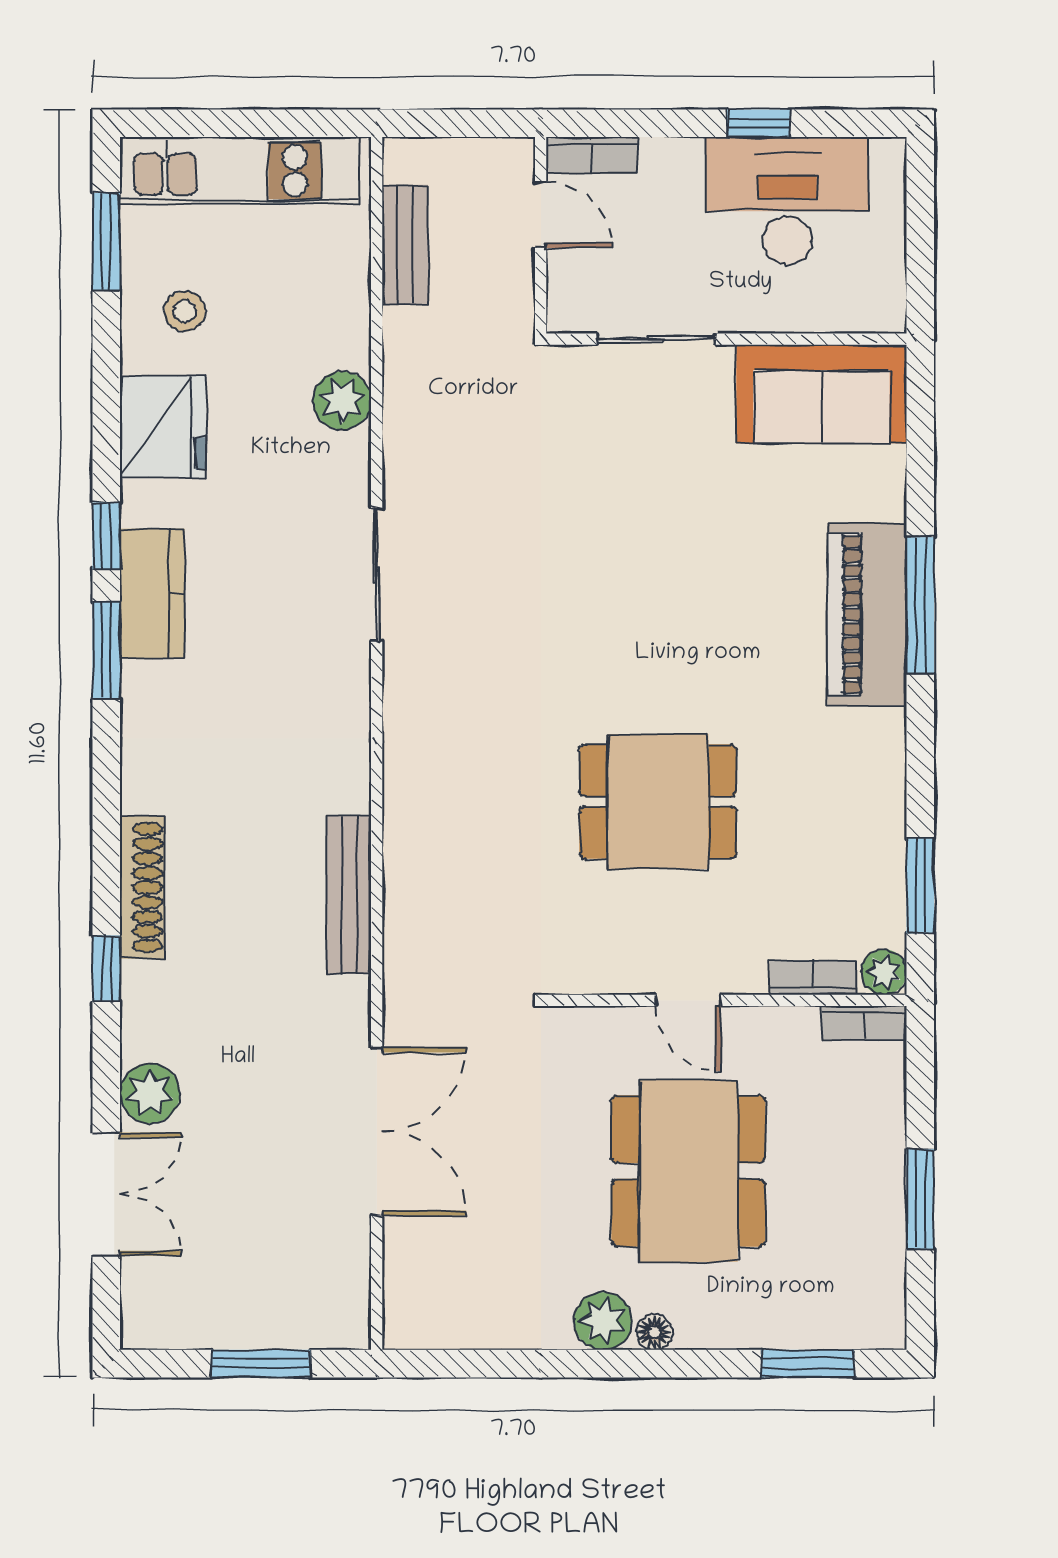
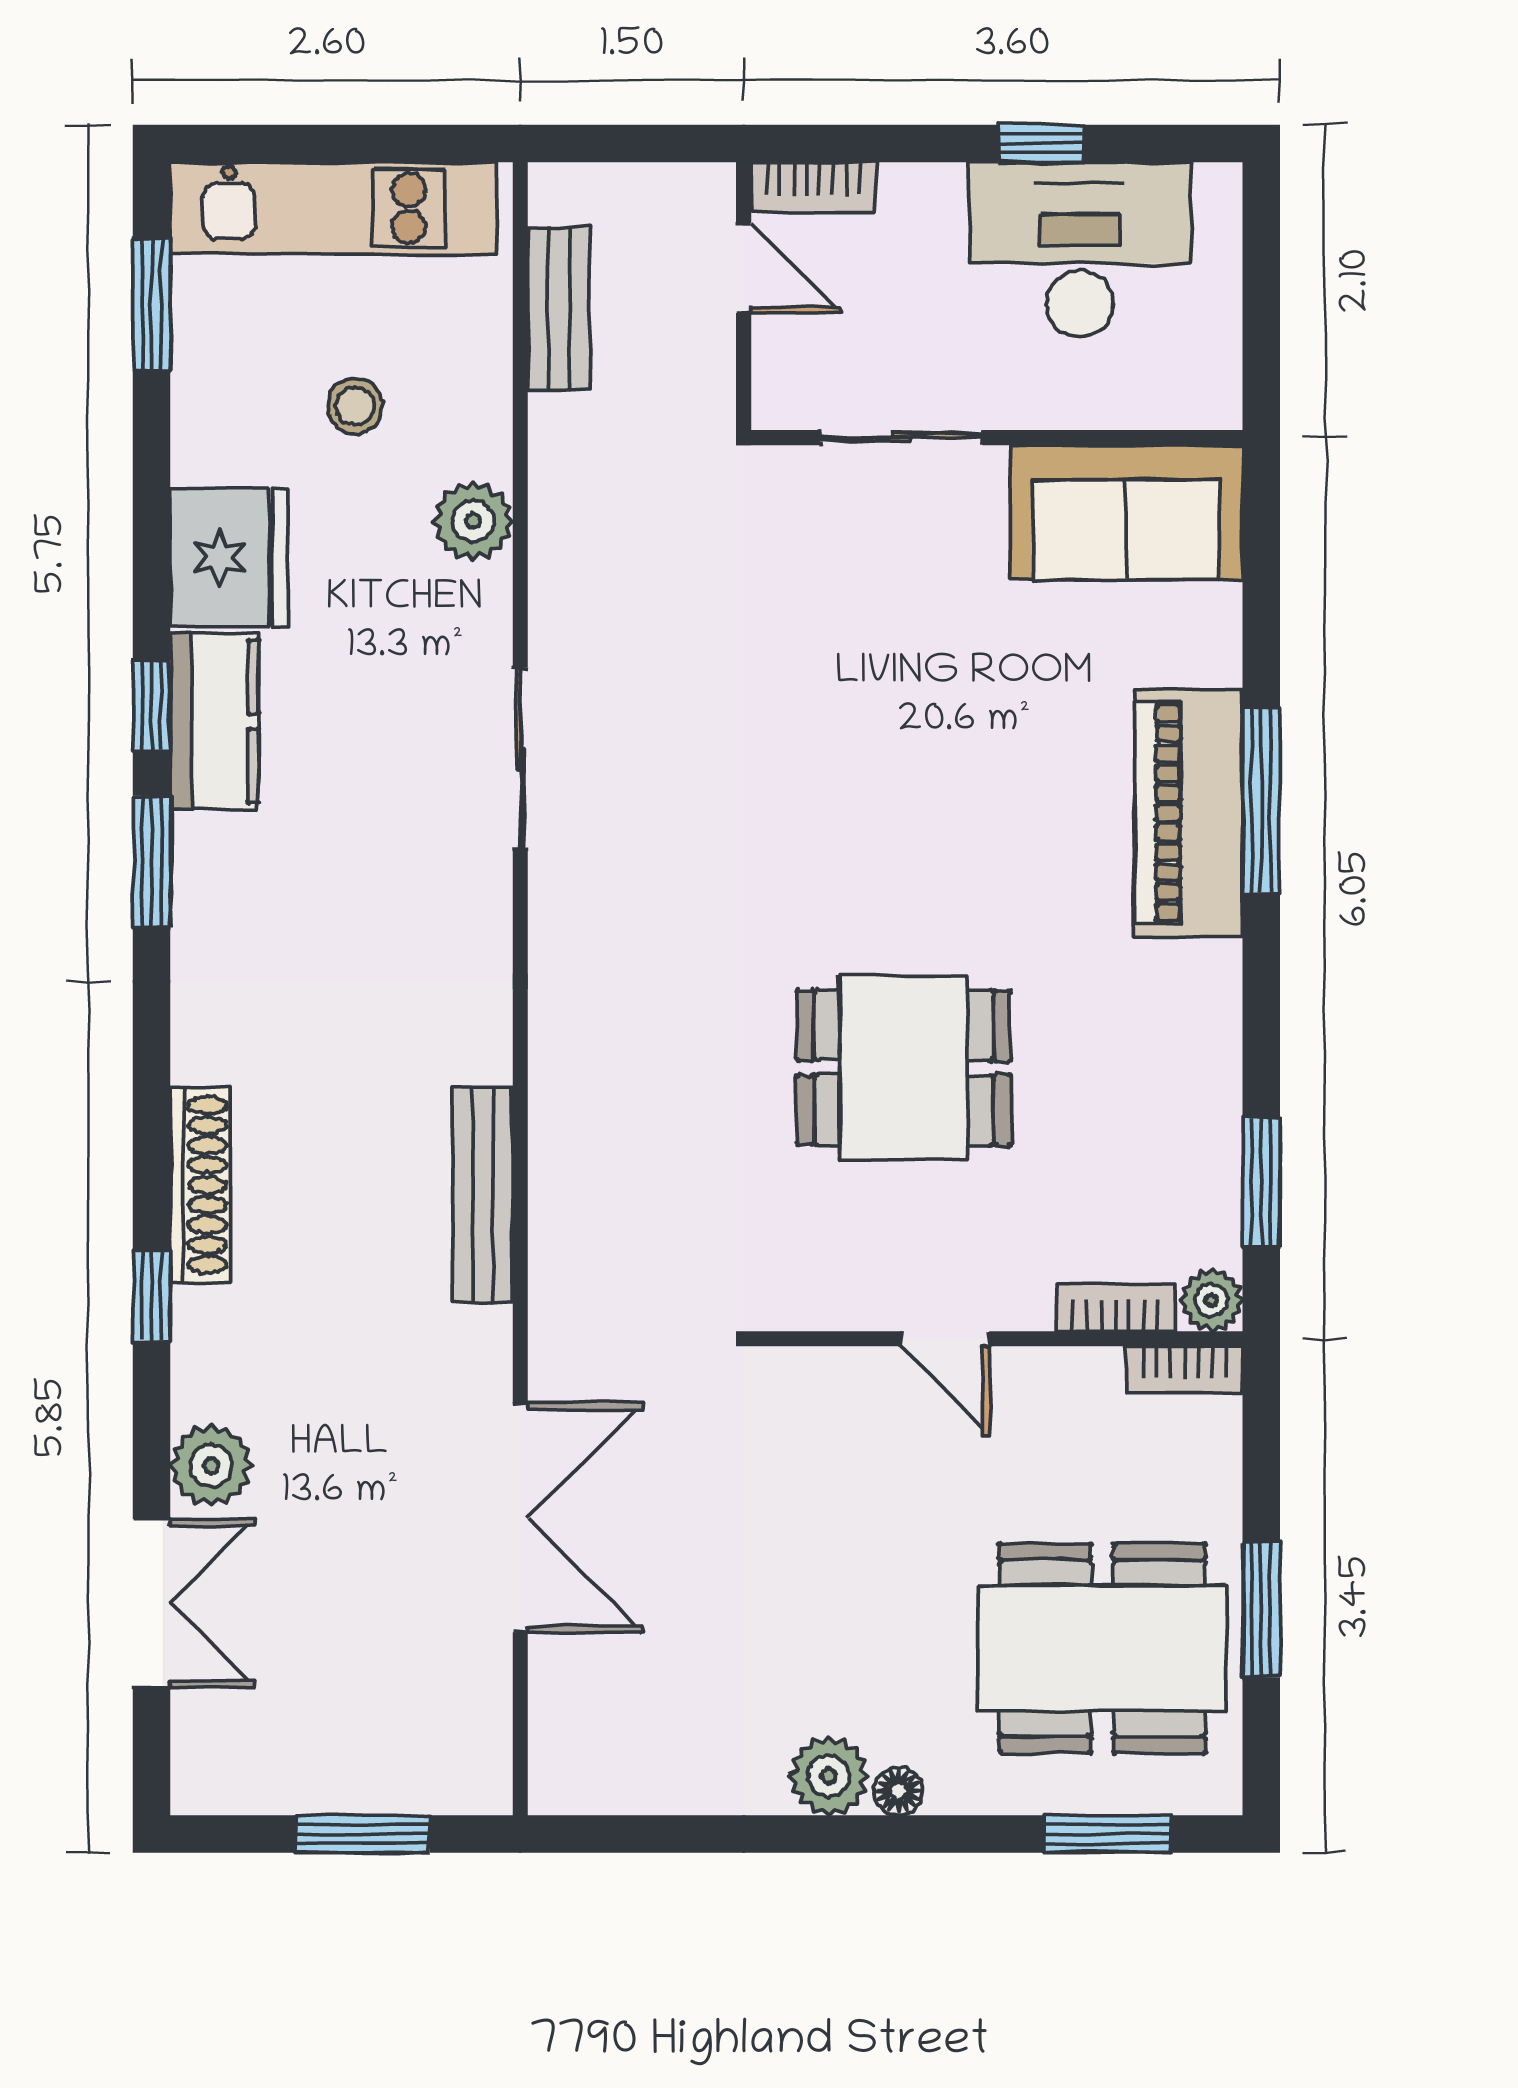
stool: (185, 311) -> (355, 406), moved
kitchen counter: (152, 594) -> (214, 721), moved
dining table: (688, 1171) -> (1102, 1648), moved, turned 90

